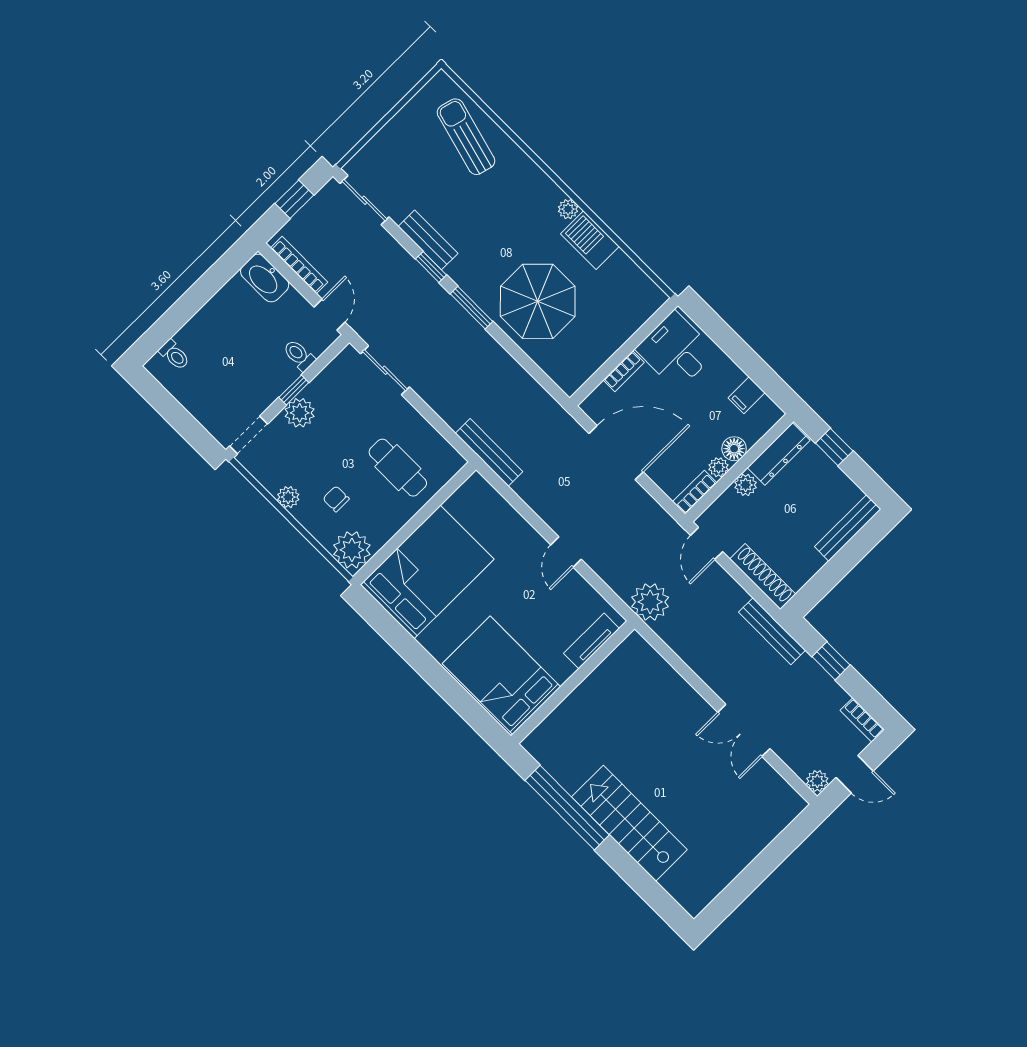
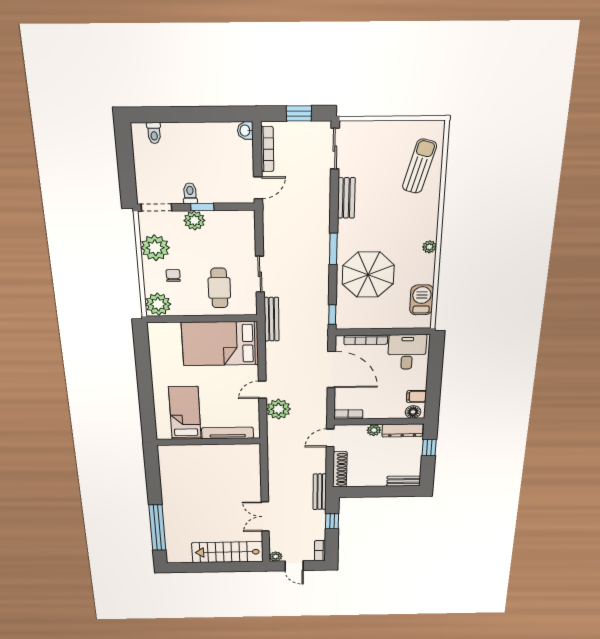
barbecue: (590, 240) -> (422, 300), moved
window: (431, 267) -> (332, 315), moved
washbasin: (265, 278) -> (245, 131), width x0.52, depth x0.69
toilet: (299, 355) -> (190, 193), moved
sliding door: (385, 370) -> (260, 274), moved
bookcase: (624, 371) -> (366, 340), width x1.56
floor lamp: (734, 449) -> (413, 412), moved
plant: (719, 467) -> (370, 414), removed
plant: (288, 497) -> (155, 248), width x1.87, depth x1.87
bench: (848, 528) -> (404, 481), width x0.73
bed: (427, 572) -> (220, 344), moved, turned 180
plant: (650, 602) -> (279, 409), moved
tv unit: (591, 641) -> (228, 433), width x1.41
bed: (501, 675) -> (185, 413), width x0.67
window: (567, 808) -> (157, 528), moved
stairs: (629, 823) -> (228, 552), moved, turned -90

